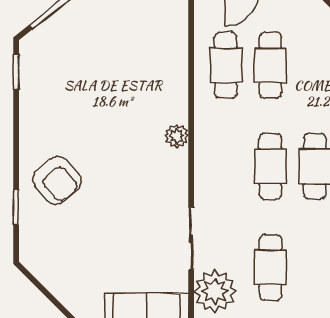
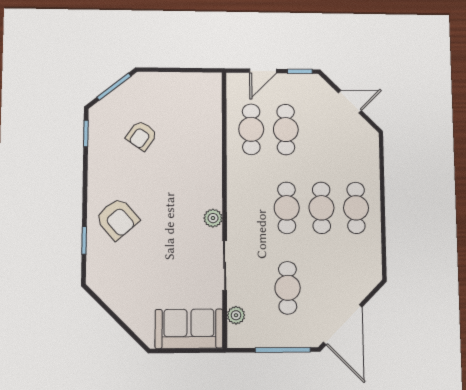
armchair: (86, 74) -> (141, 136), added
plant: (177, 136) -> (213, 218), moved
plant: (215, 291) -> (236, 315), width x0.53, depth x0.53

